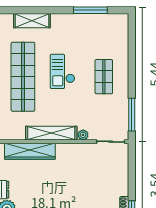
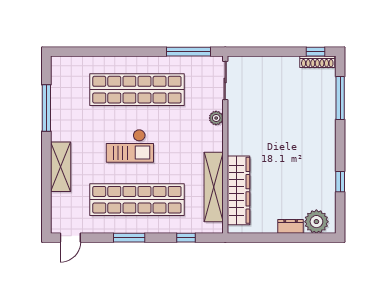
shelving: (32, 21) -> (61, 167), moved
shop shelf: (104, 77) -> (137, 90), width x2.00, depth x1.36
shelving: (51, 133) -> (214, 187), moved

